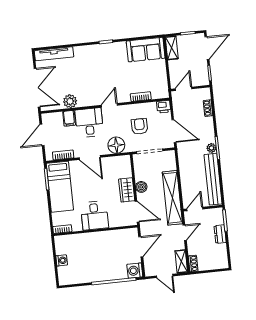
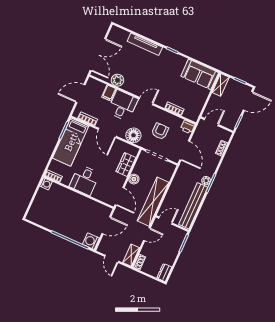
tv unit: (54, 54) -> (145, 44), moved
wardrobe: (127, 190) -> (126, 165), moved
dresser: (220, 234) -> (164, 272), moved
washing machine: (62, 260) -> (46, 184), moved

